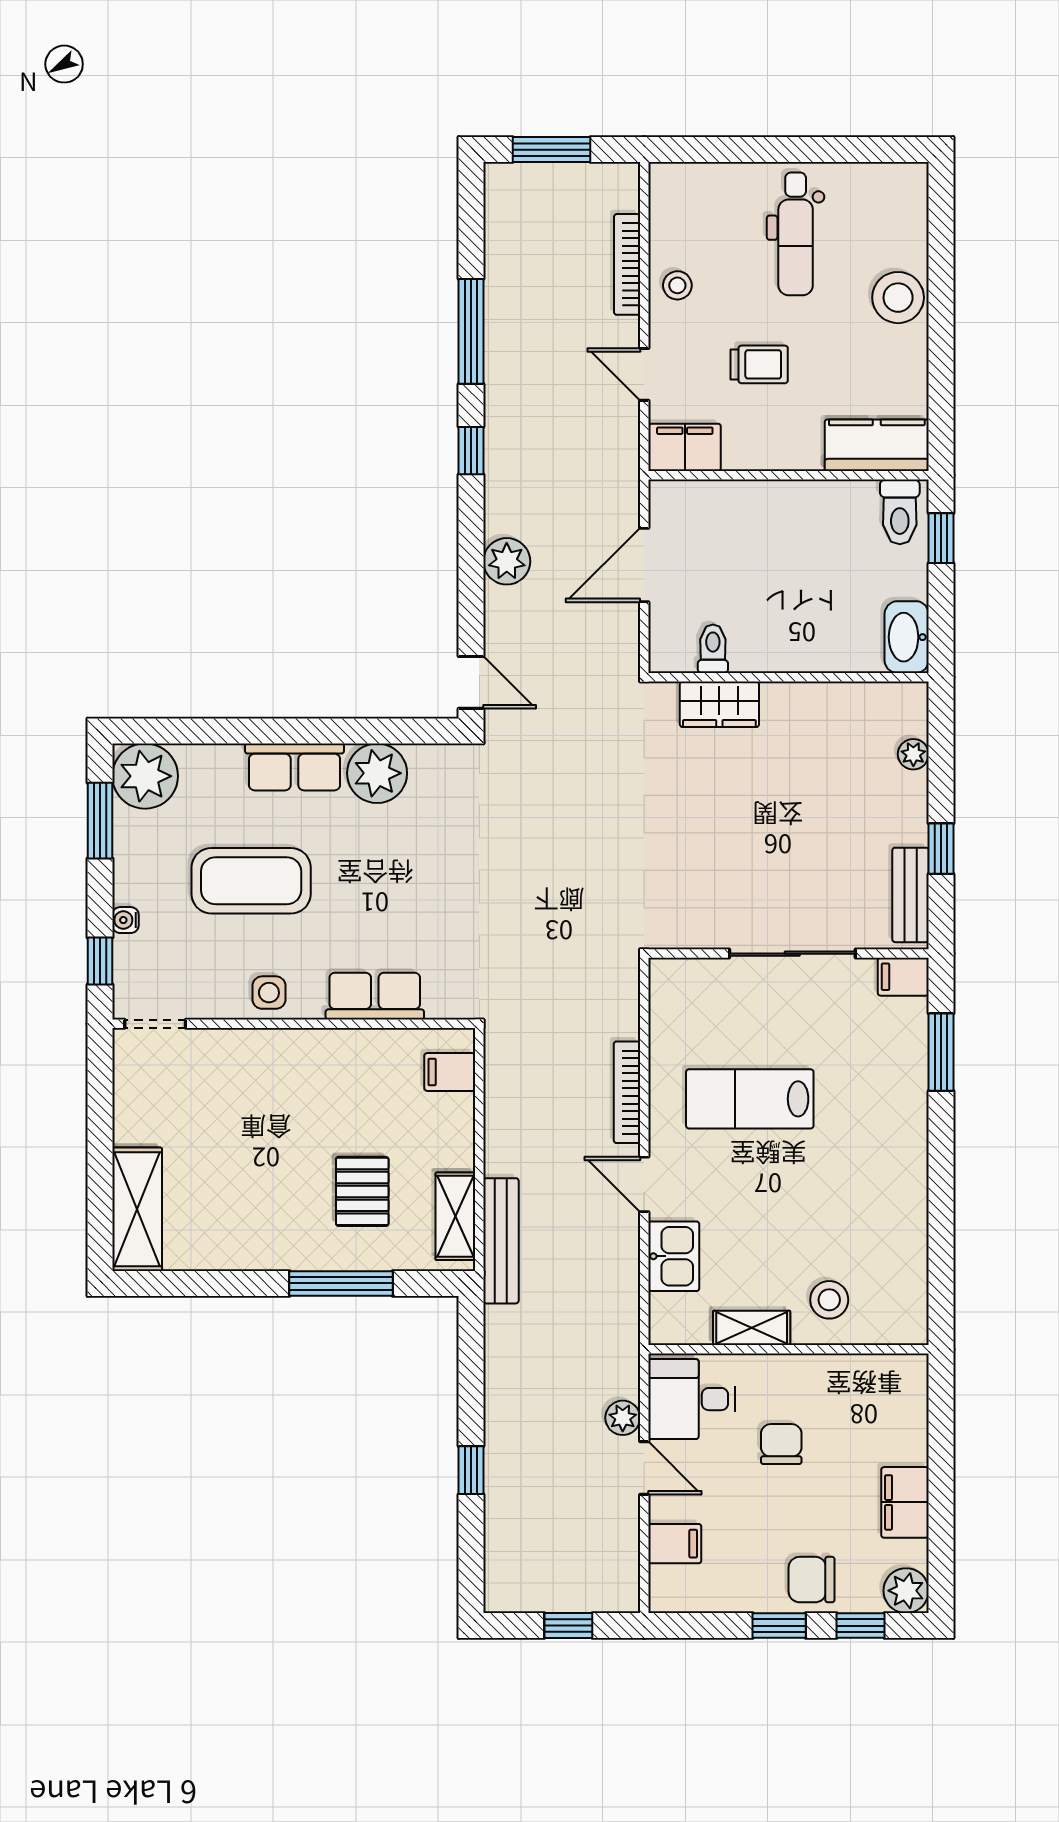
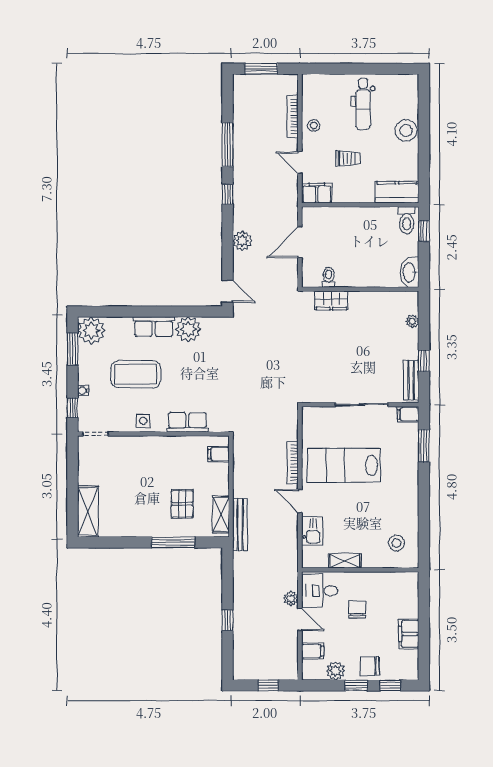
lab bench: (750, 1099) -> (344, 465), width x1.36, depth x1.39
stool: (829, 1300) -> (396, 543), moved
plant: (906, 1591) -> (336, 671), moved

